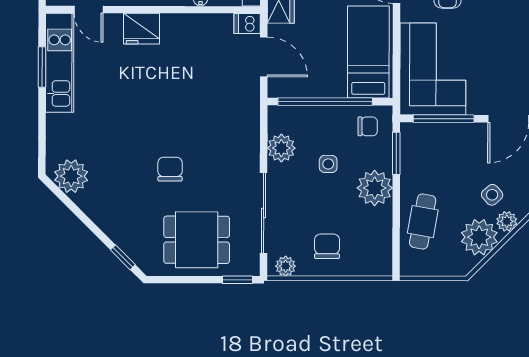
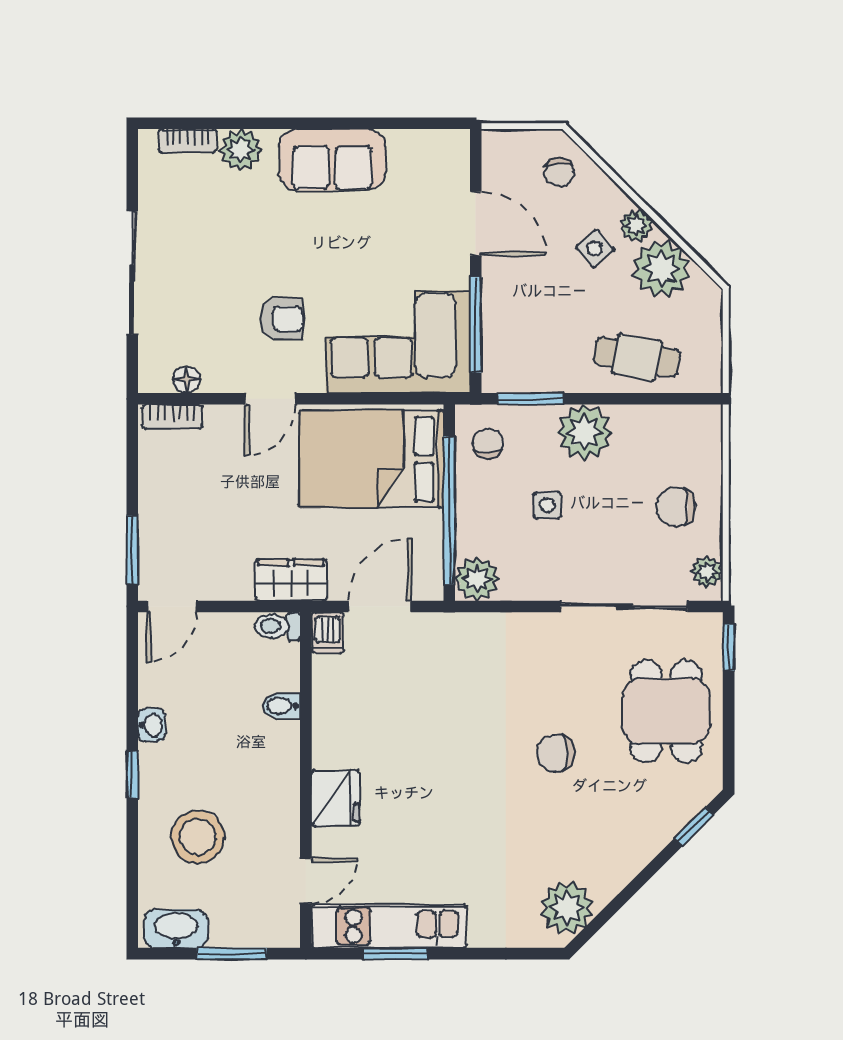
bed: (368, 52) -> (371, 459), width x1.50
plant: (281, 148) -> (477, 579), moved

